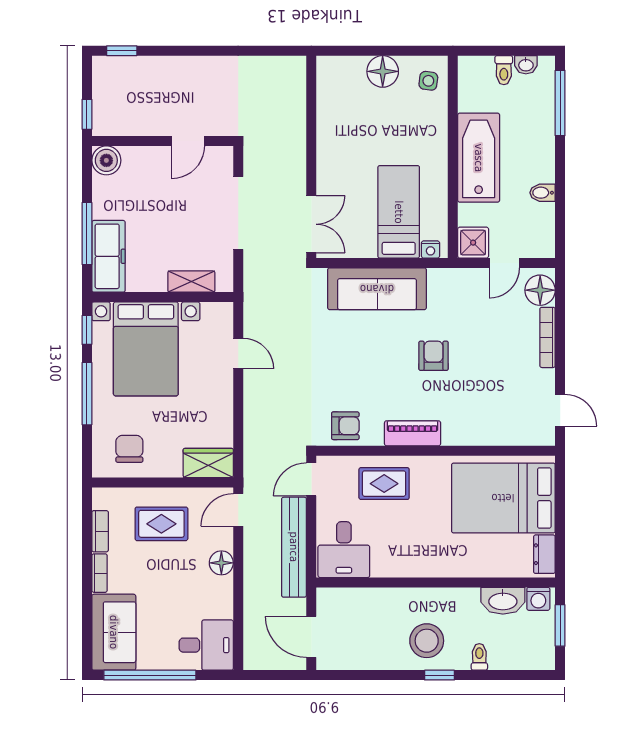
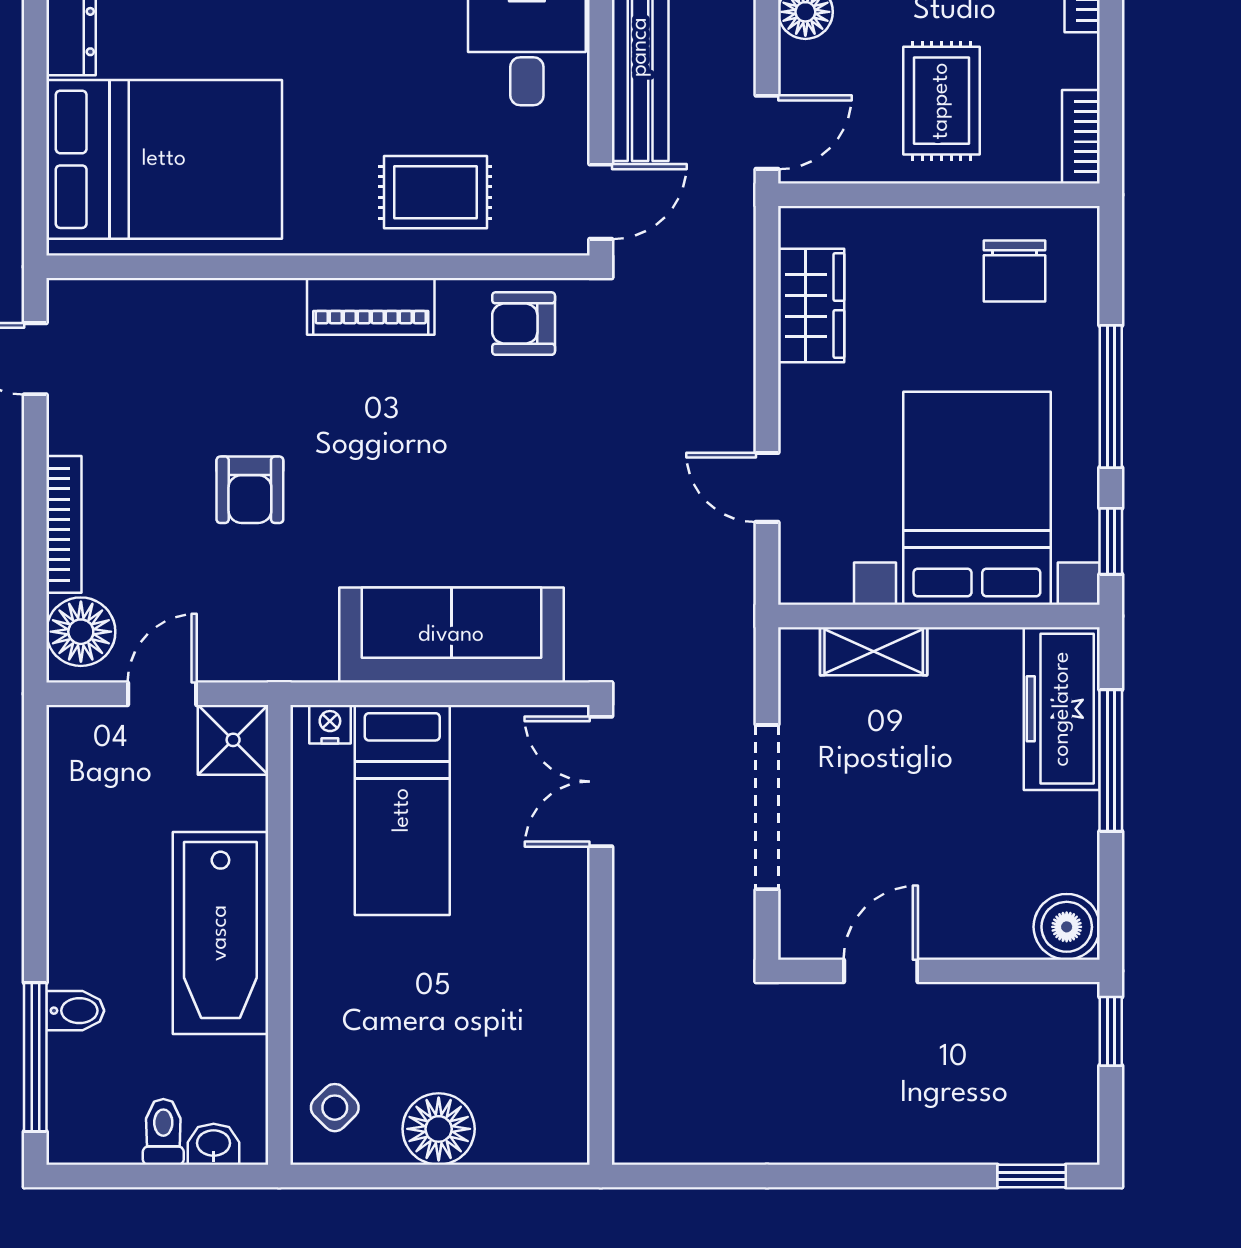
washbasin: (526, 65) -> (214, 1144), moved
side table: (428, 81) -> (335, 1108), turned 37
bidet: (542, 193) -> (75, 1011), moved
armchair: (434, 356) -> (250, 490), moved
wardrobe: (208, 463) -> (811, 306), moved, turned -90
rug: (161, 524) -> (941, 101), turned 90
bookcase: (100, 531) -> (1081, 137), moved

